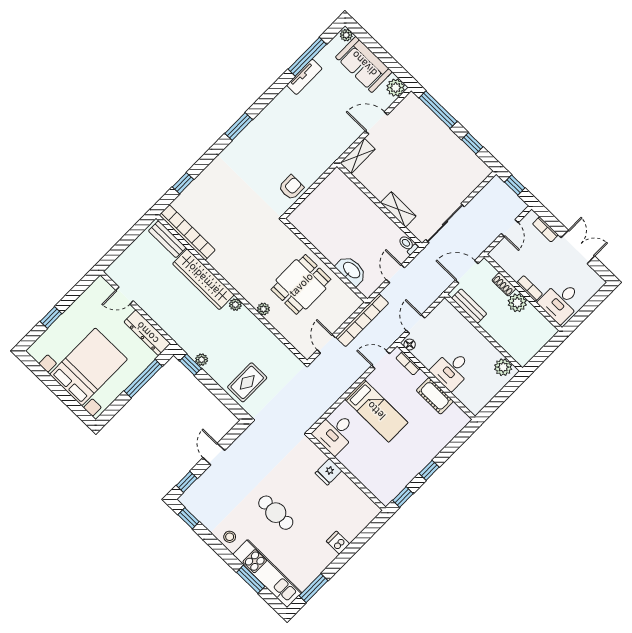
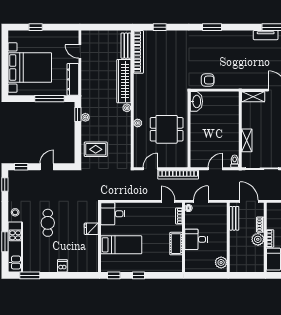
washbasin: (351, 270) -> (196, 101), moved
bed: (376, 411) -> (121, 245), moved, turned -90

